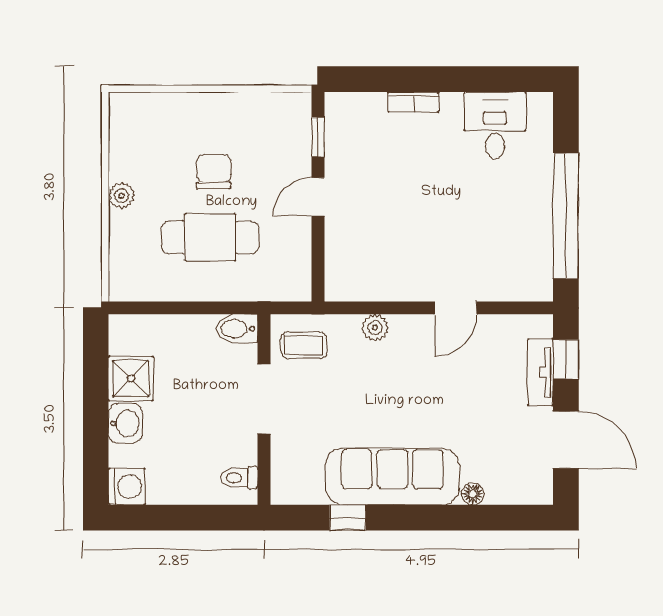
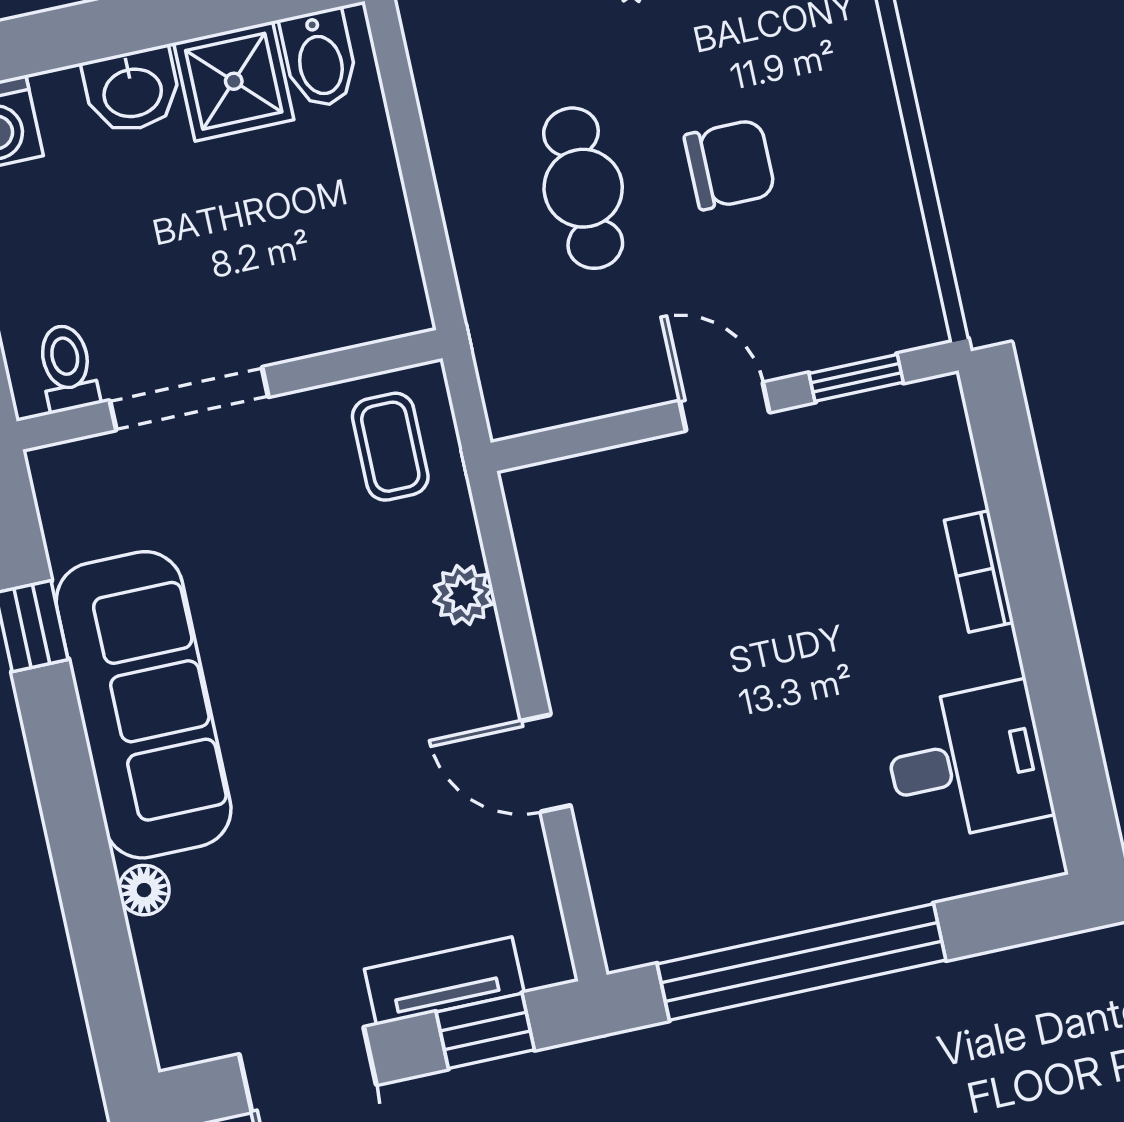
cafe table: (210, 237) -> (583, 188), width x0.73, depth x0.74
bidet: (237, 329) -> (320, 59), moved, turned 180
doorway: (264, 399) -> (189, 399), moved

